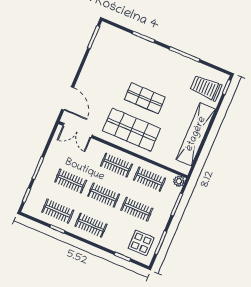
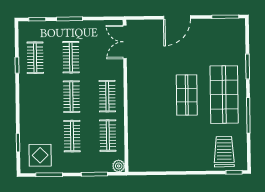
door: (68, 98) -> (177, 17), moved
shop shelf: (131, 130) -> (224, 95), moved
shelving: (196, 134) -> (173, 162), removed
clothes rail: (91, 225) -> (36, 97), removed

